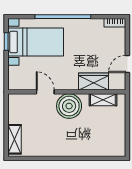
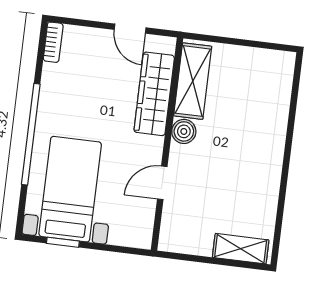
wardrobe: (93, 82) -> (154, 94), width x1.50
shelving: (103, 100) -> (193, 81), width x1.50, depth x1.33
boiler: (69, 106) -> (184, 131), width x0.54, depth x0.54

